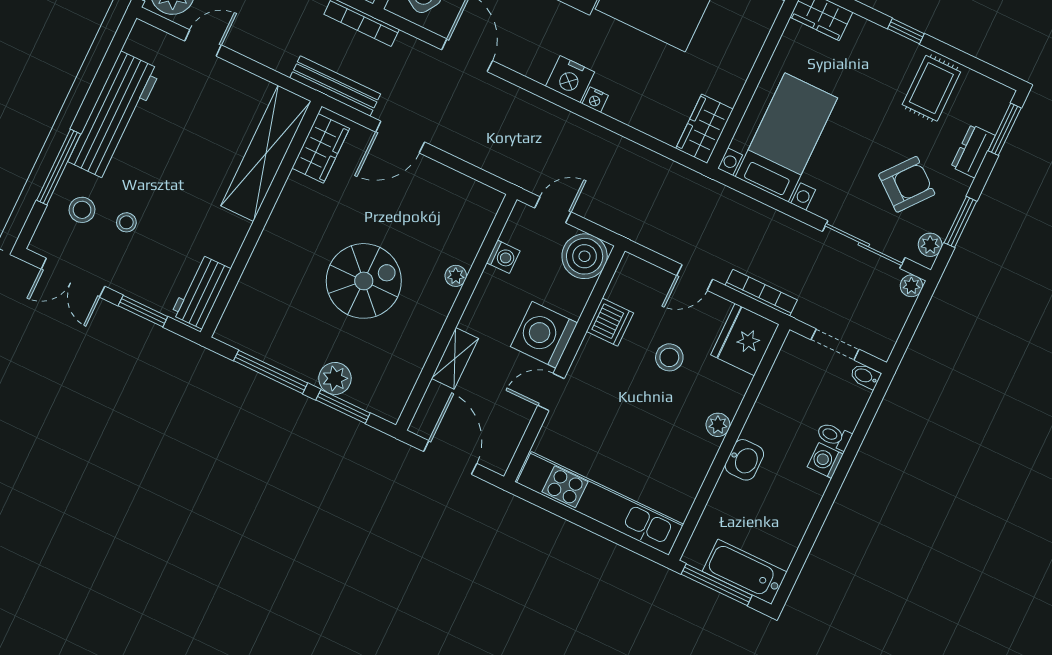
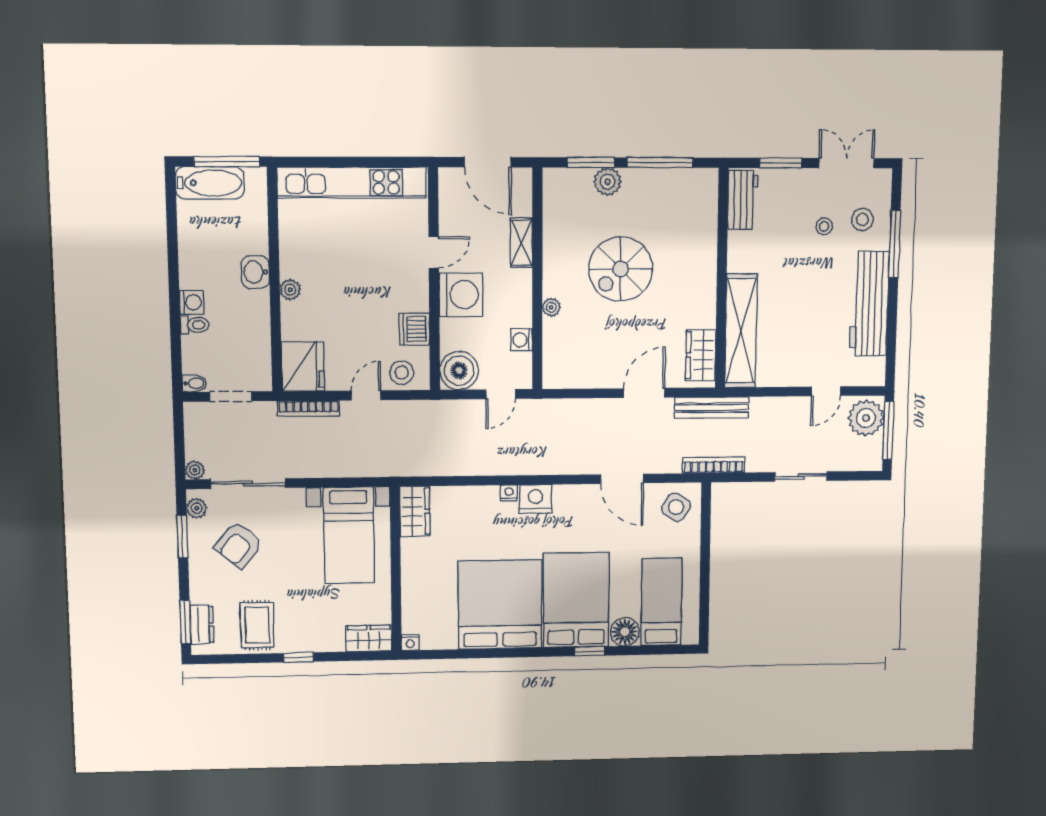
dresser: (973, 151) -> (202, 625), moved
stool: (669, 357) -> (402, 373), moved

